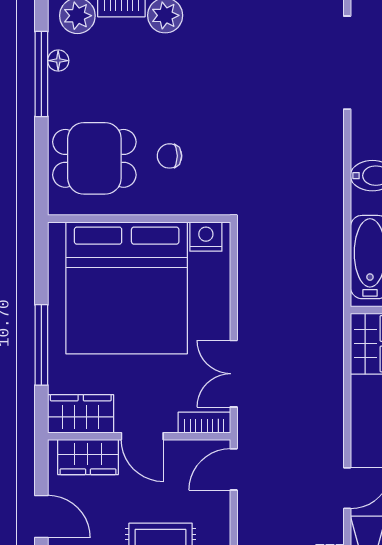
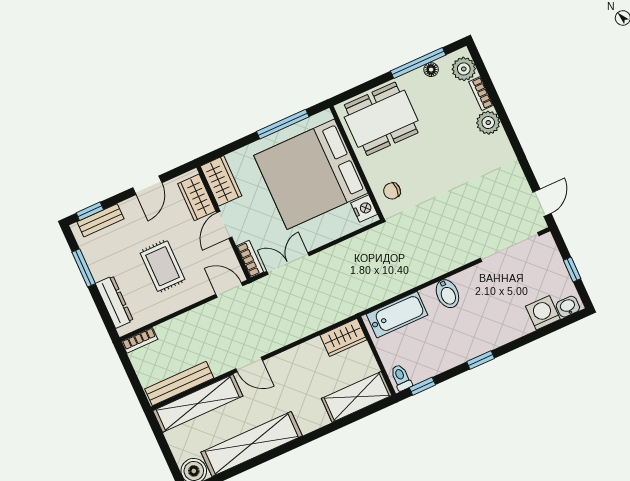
chair: (169, 156) -> (392, 191), moved, turned -90
dining table: (94, 158) -> (381, 119), width x1.38
window: (41, 345) -> (283, 124), moved

